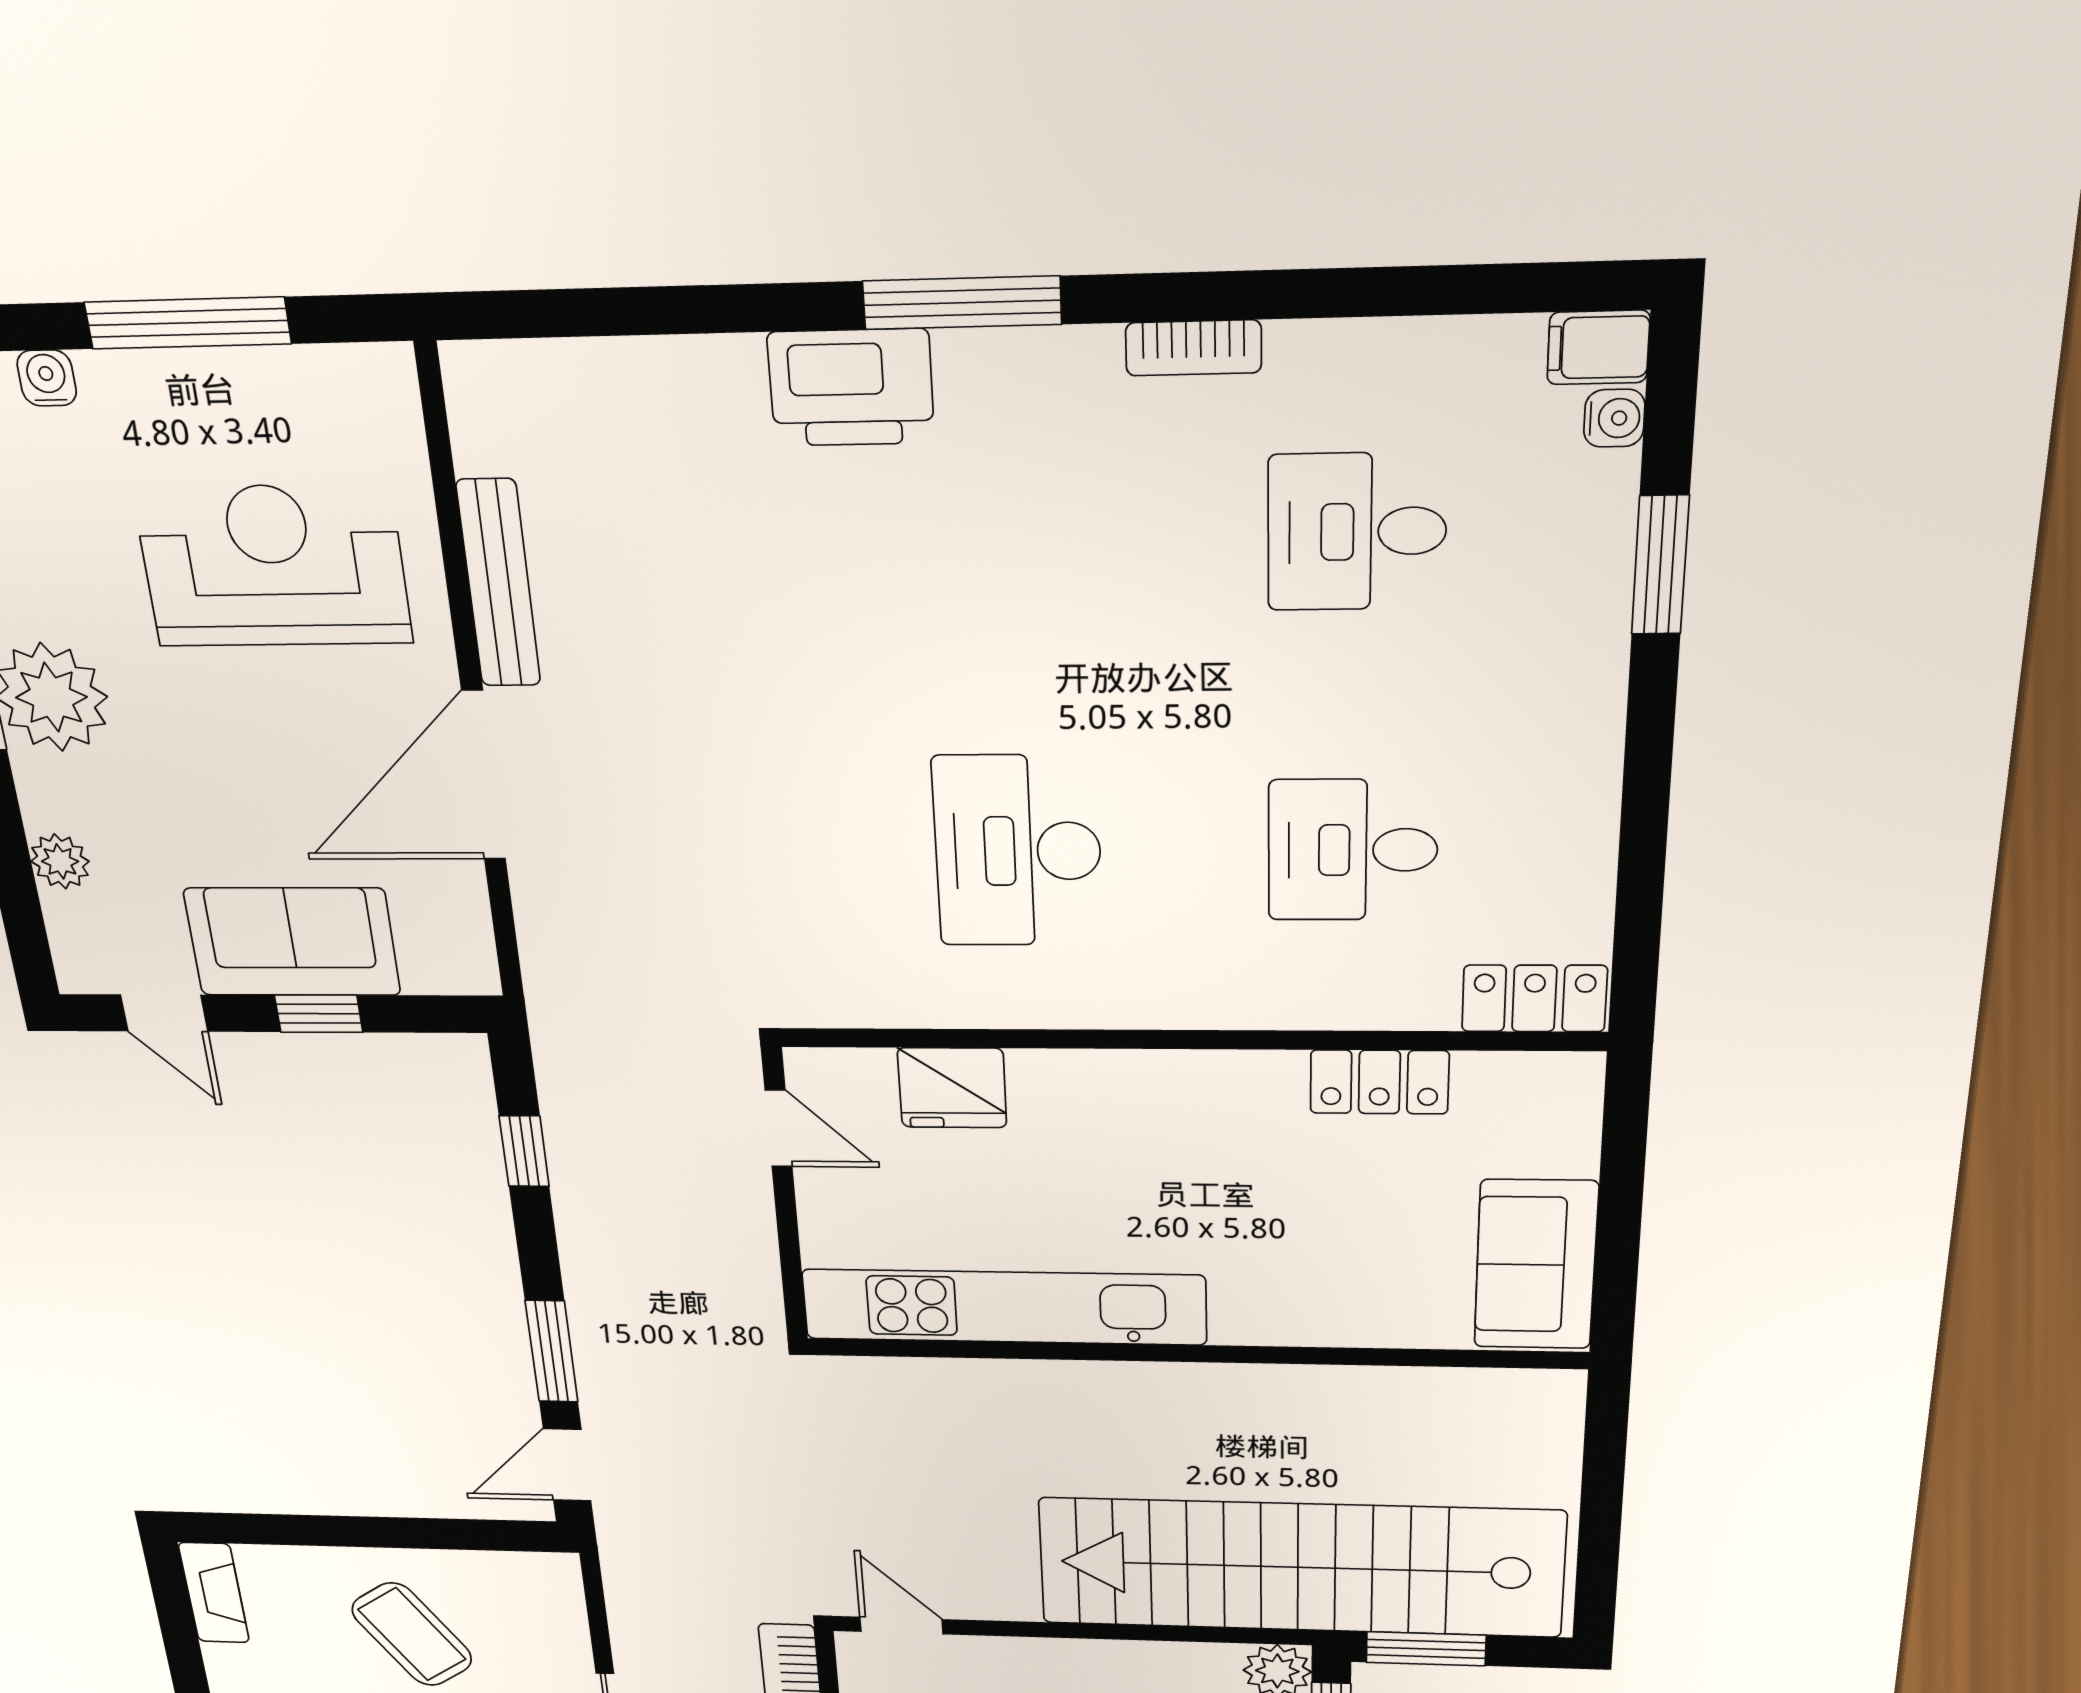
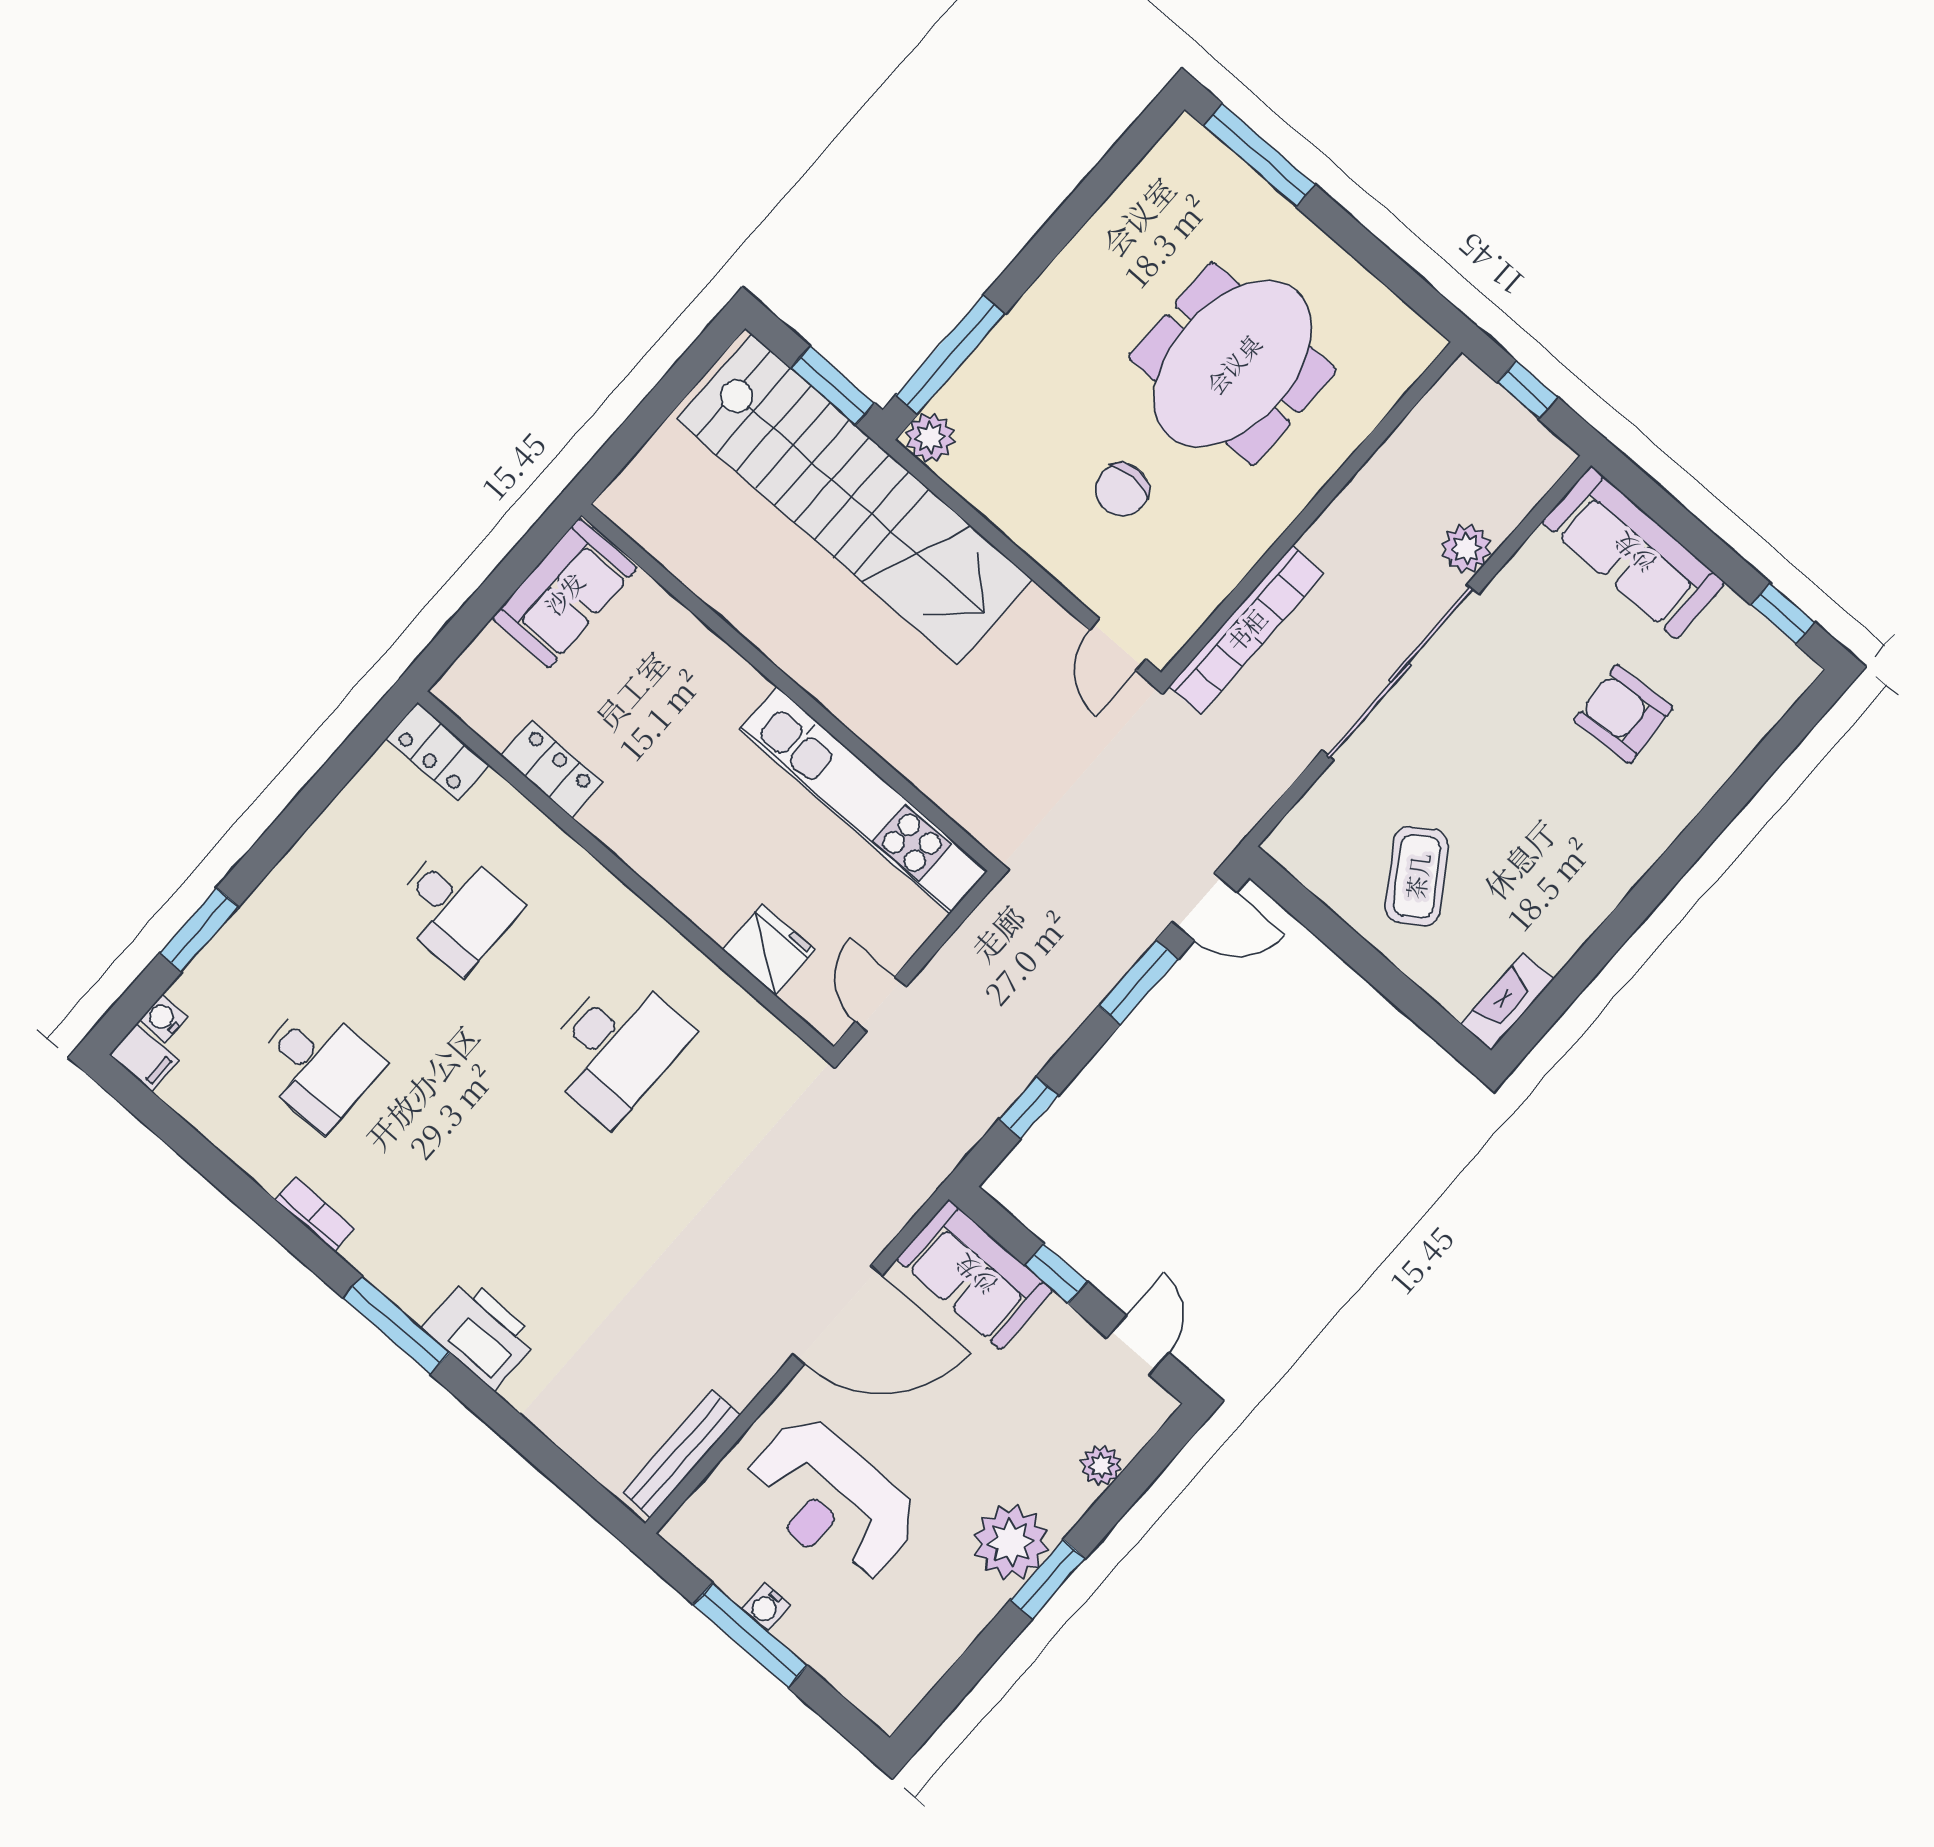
water cooler: (47, 378) -> (766, 1607), moved
bench: (499, 584) -> (681, 1454), moved
sofa: (292, 942) -> (975, 1275), moved

